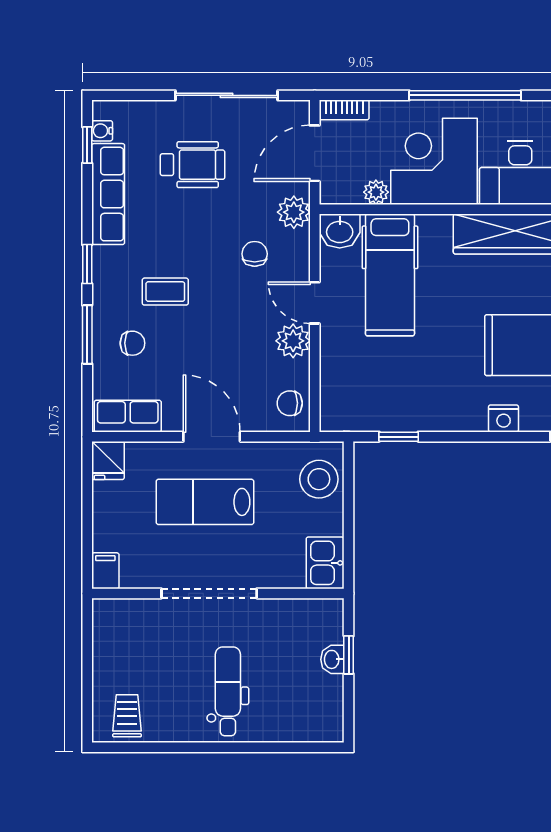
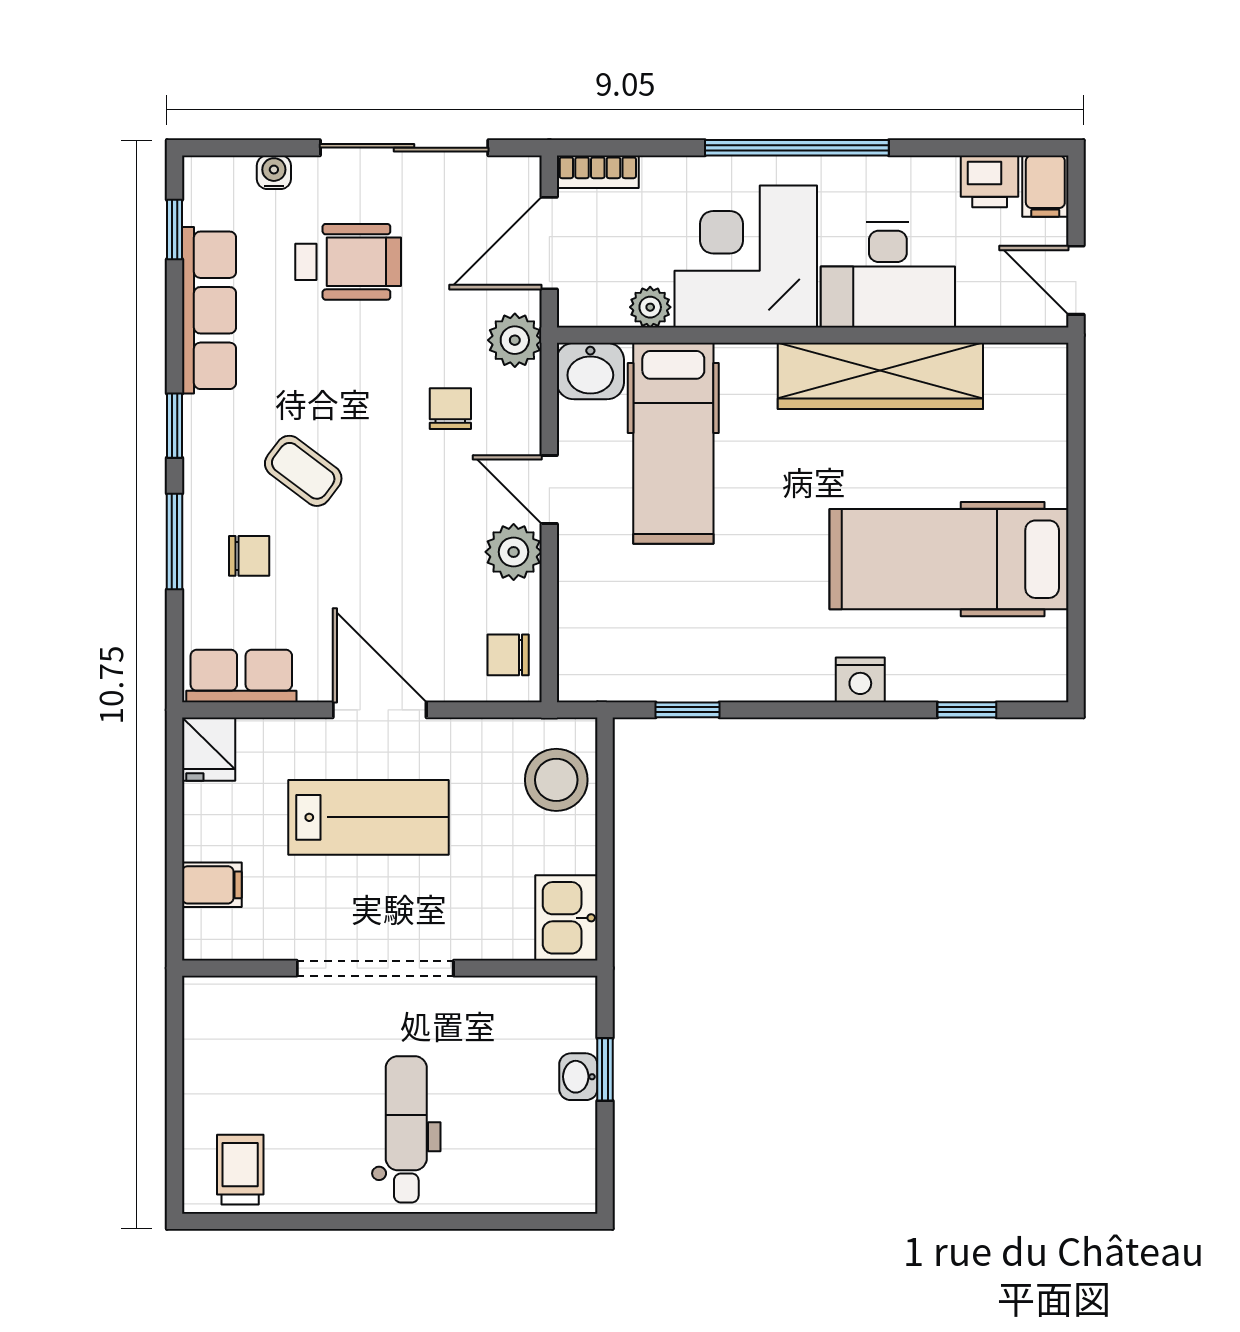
water cooler: (102, 131) -> (274, 172), moved, turned 90
coffee table: (165, 292) -> (303, 471), turned 37
lab bench: (205, 502) -> (369, 817), turned 180
filing cabinet: (105, 571) -> (212, 885), moved, turned 90

